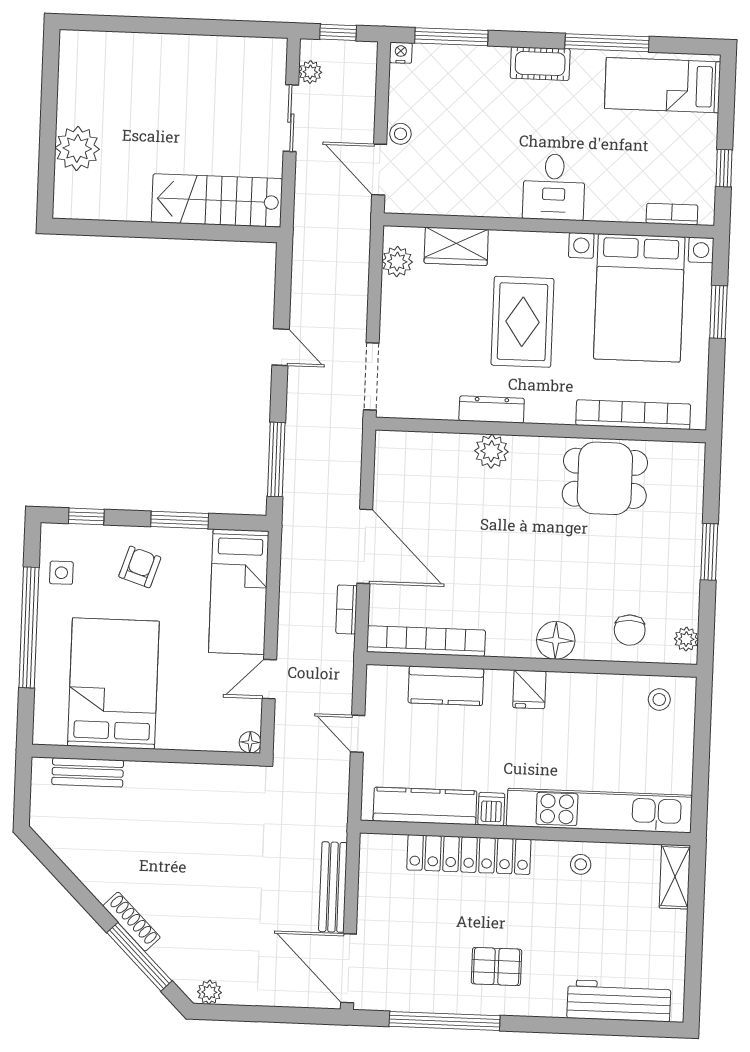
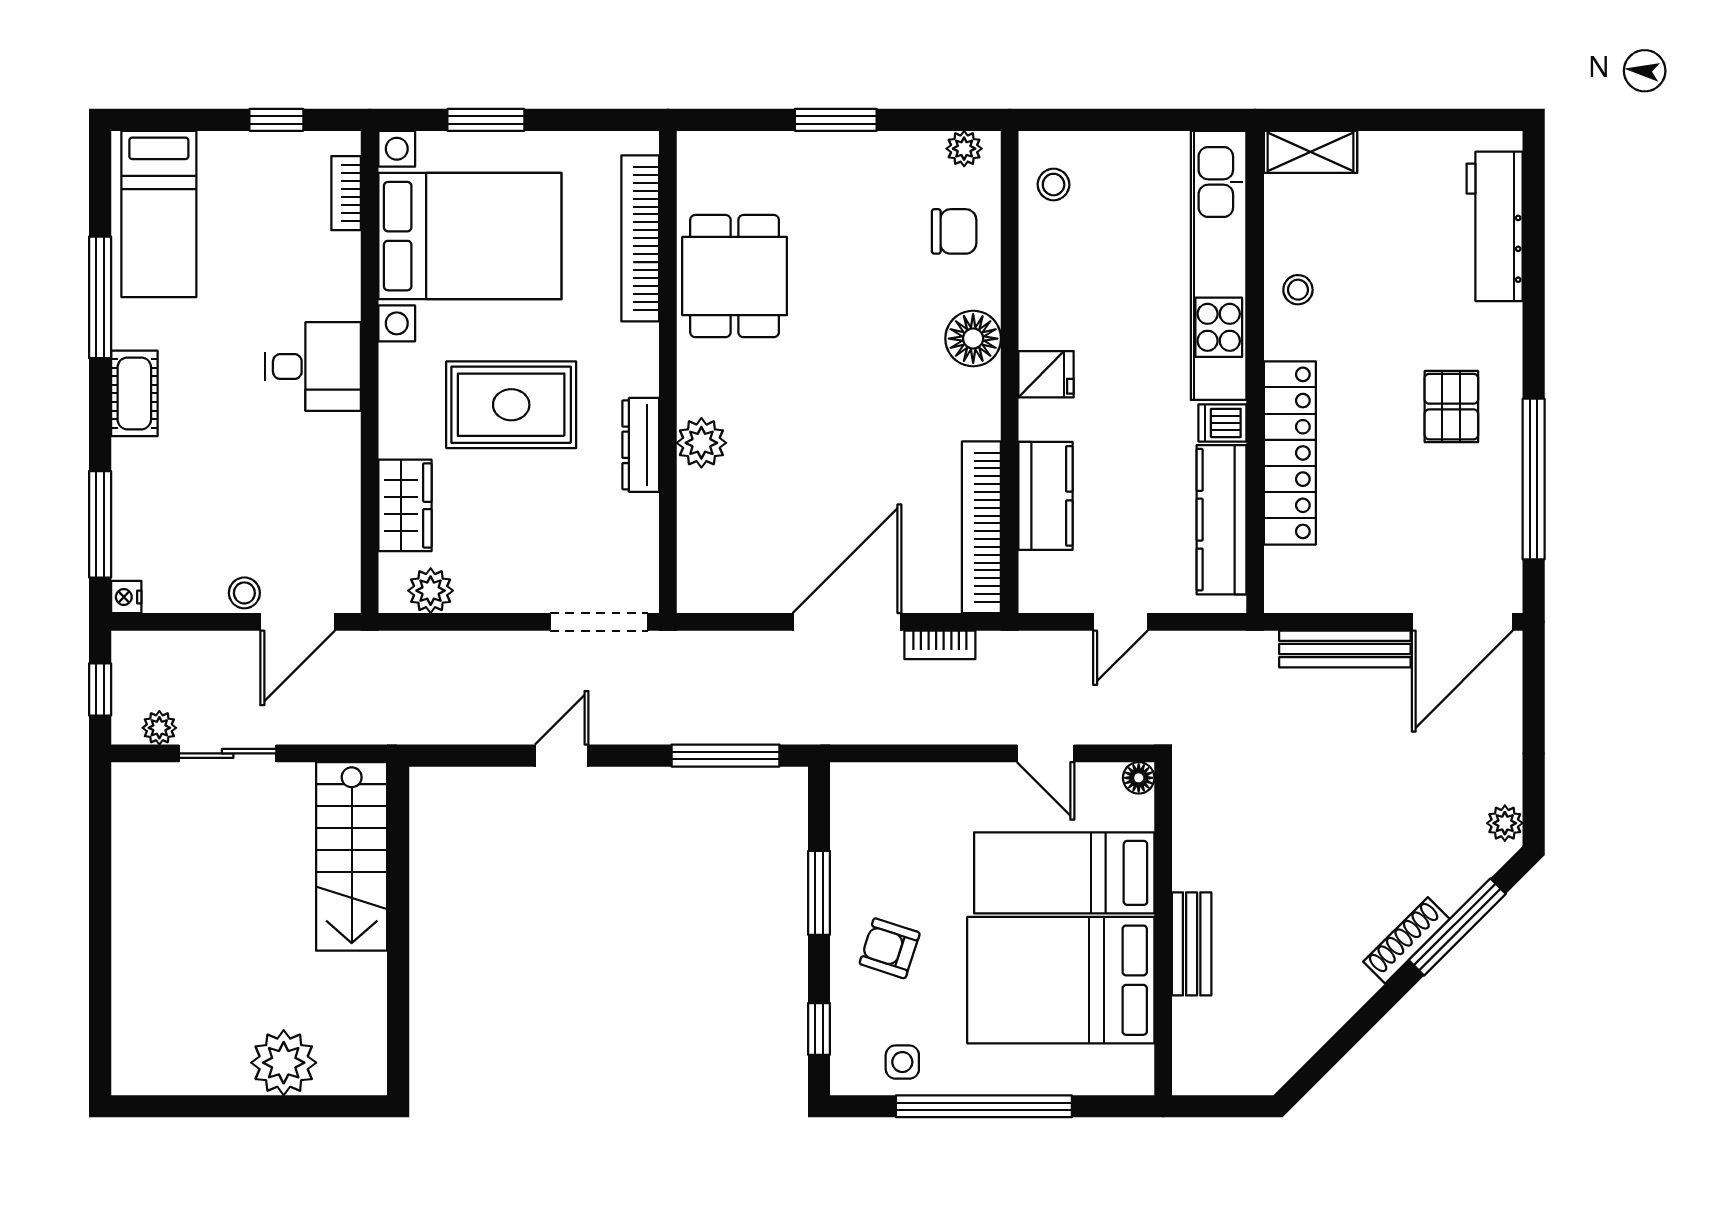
bed: (239, 592) -> (1064, 873), moved, turned 180
bench: (88, 772) -> (1192, 944), moved

